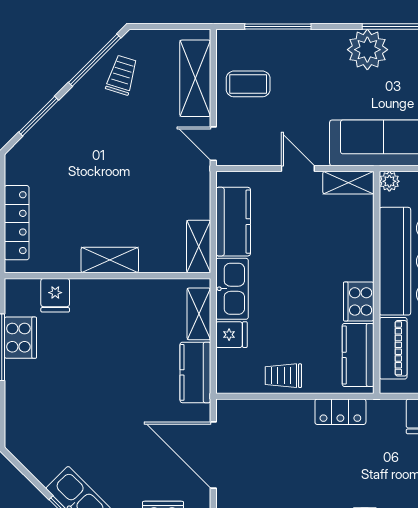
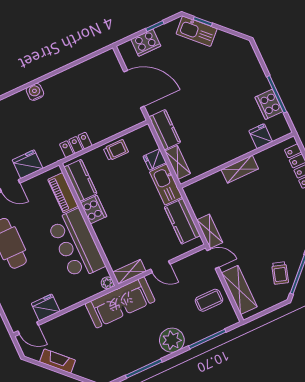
plant: (367, 50) -> (172, 340), moved
shelving: (199, 247) -> (210, 231), moved

